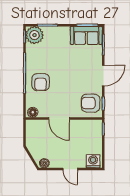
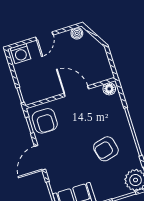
armchair: (41, 82) -> (106, 149), moved, turned -104
armchair: (91, 103) -> (45, 121), turned 90
door: (70, 169) -> (44, 36), swing flipped

